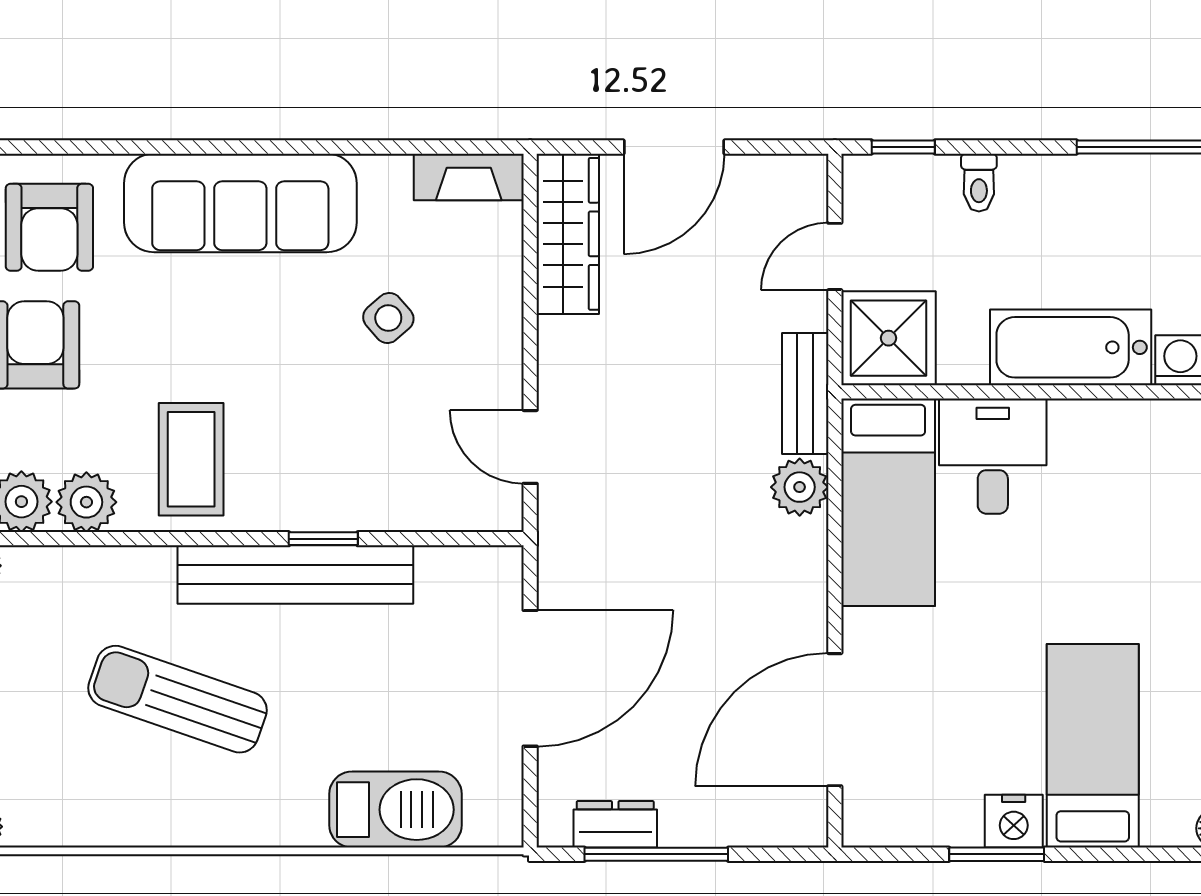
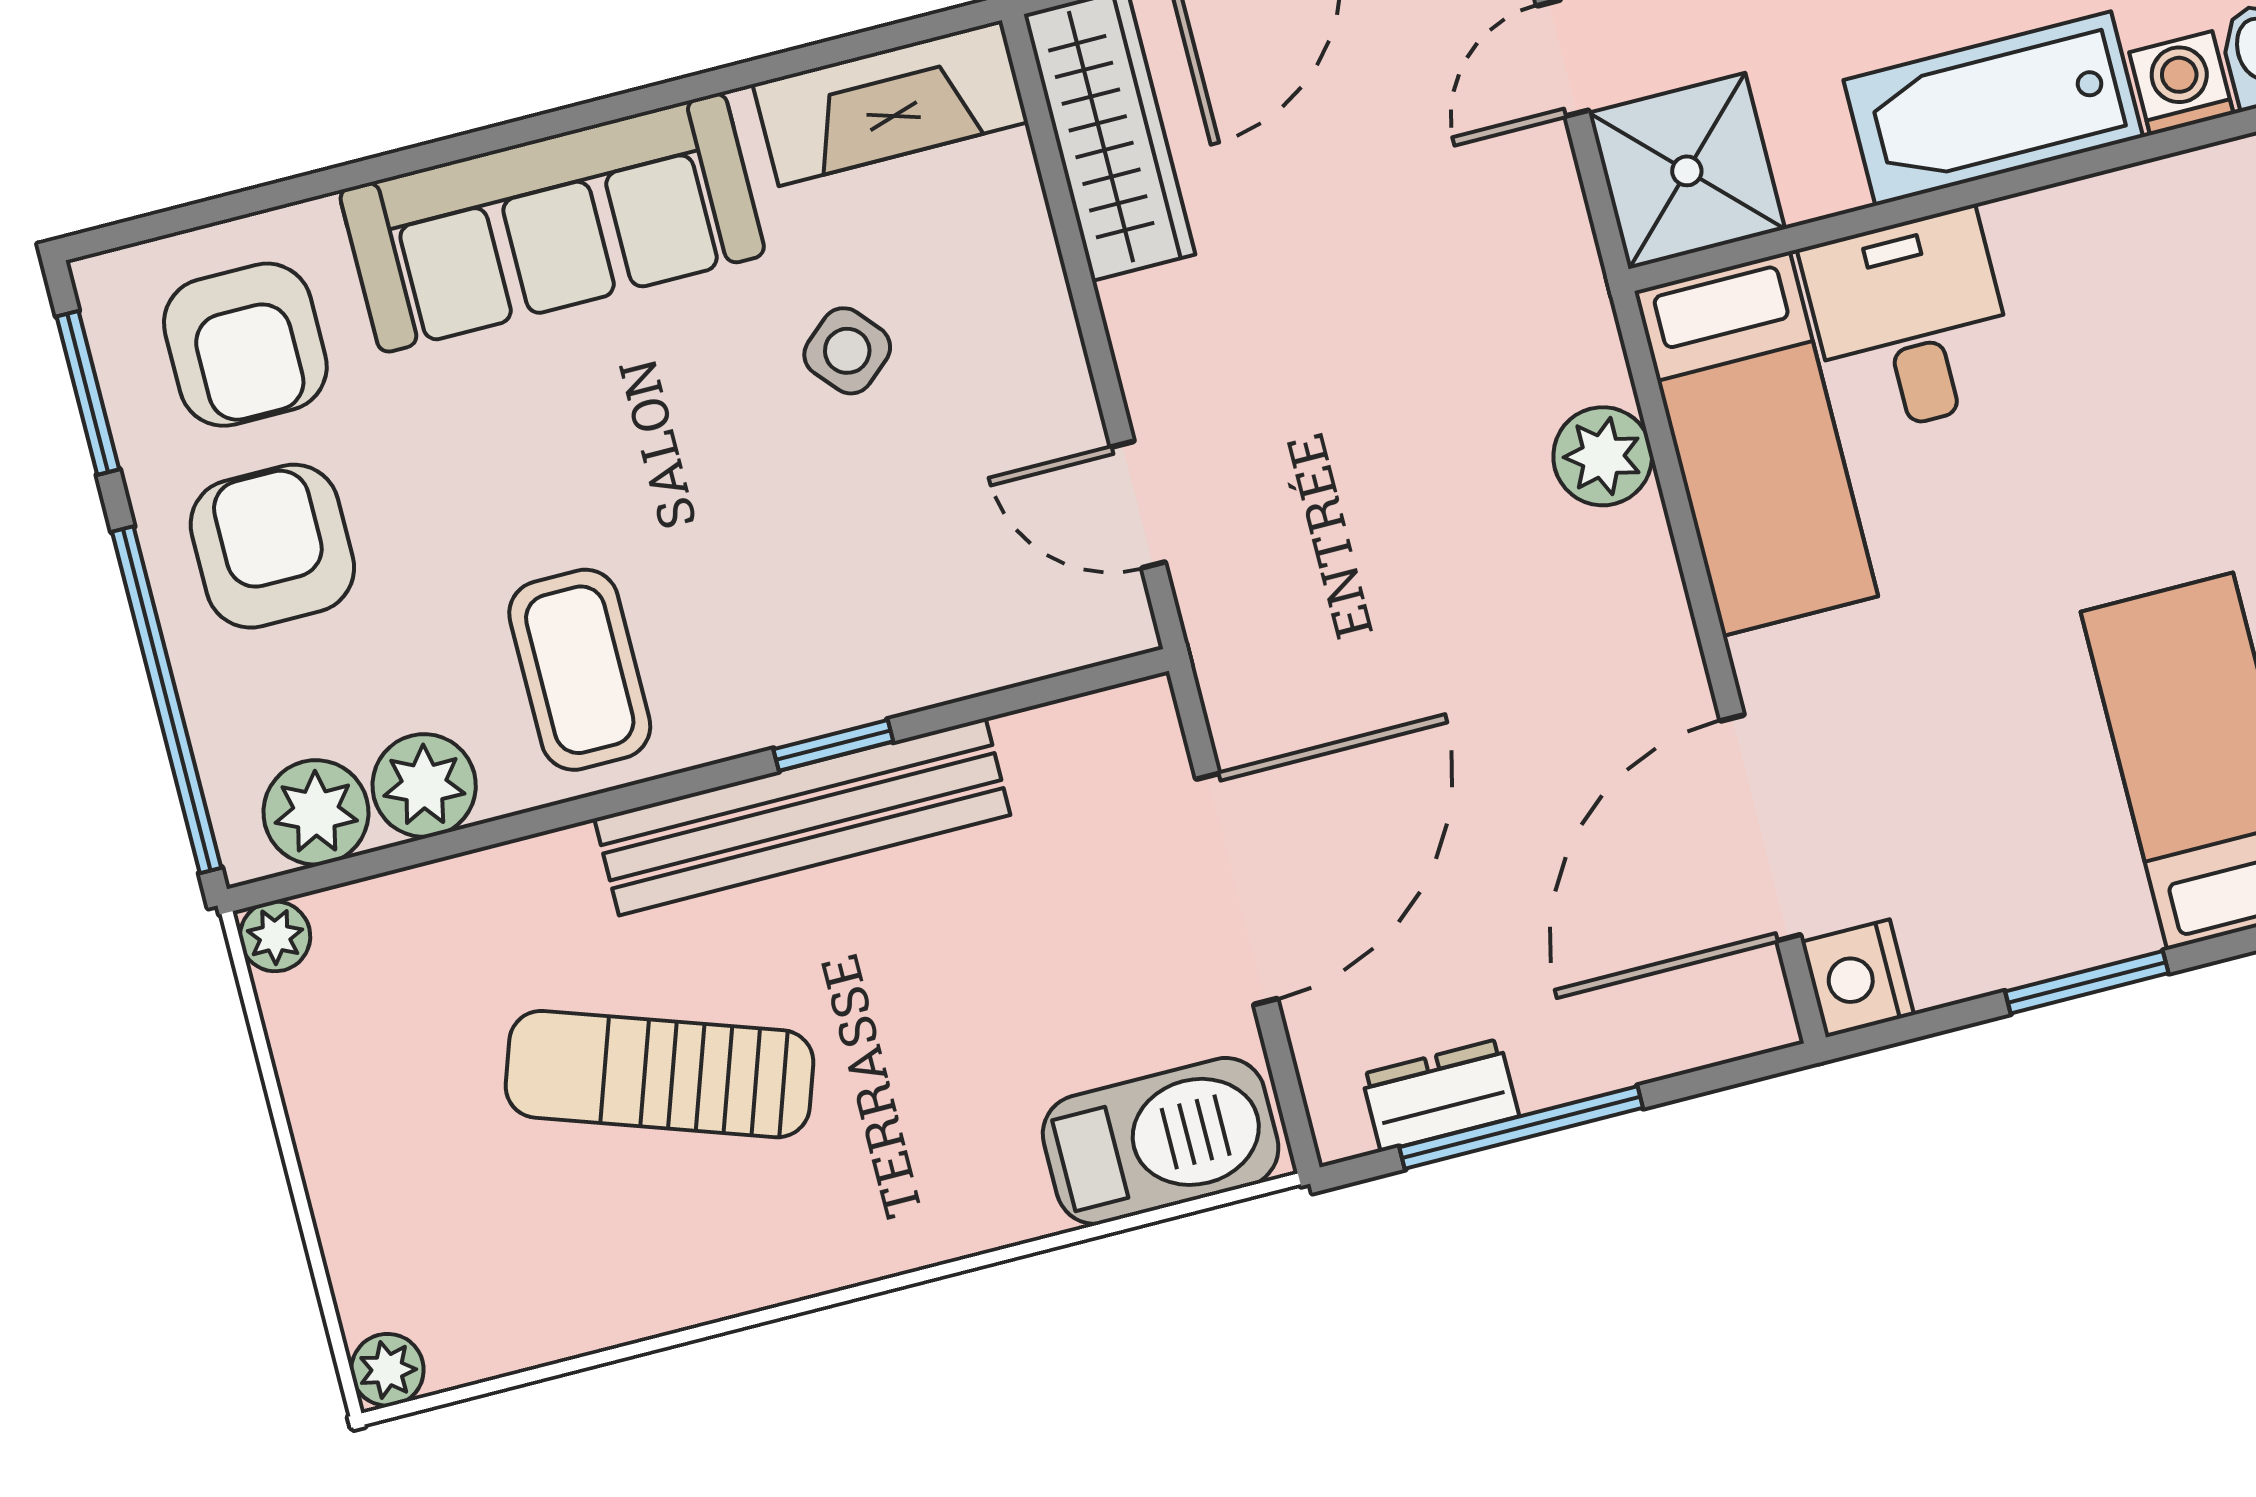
fireplace: (469, 177) -> (890, 103), width x1.37, depth x1.32
bench: (805, 393) -> (1572, 298), removed
barbecue: (395, 810) -> (1161, 1141), moved
nightstand: (1014, 821) -> (1858, 978), moved, turned 90

